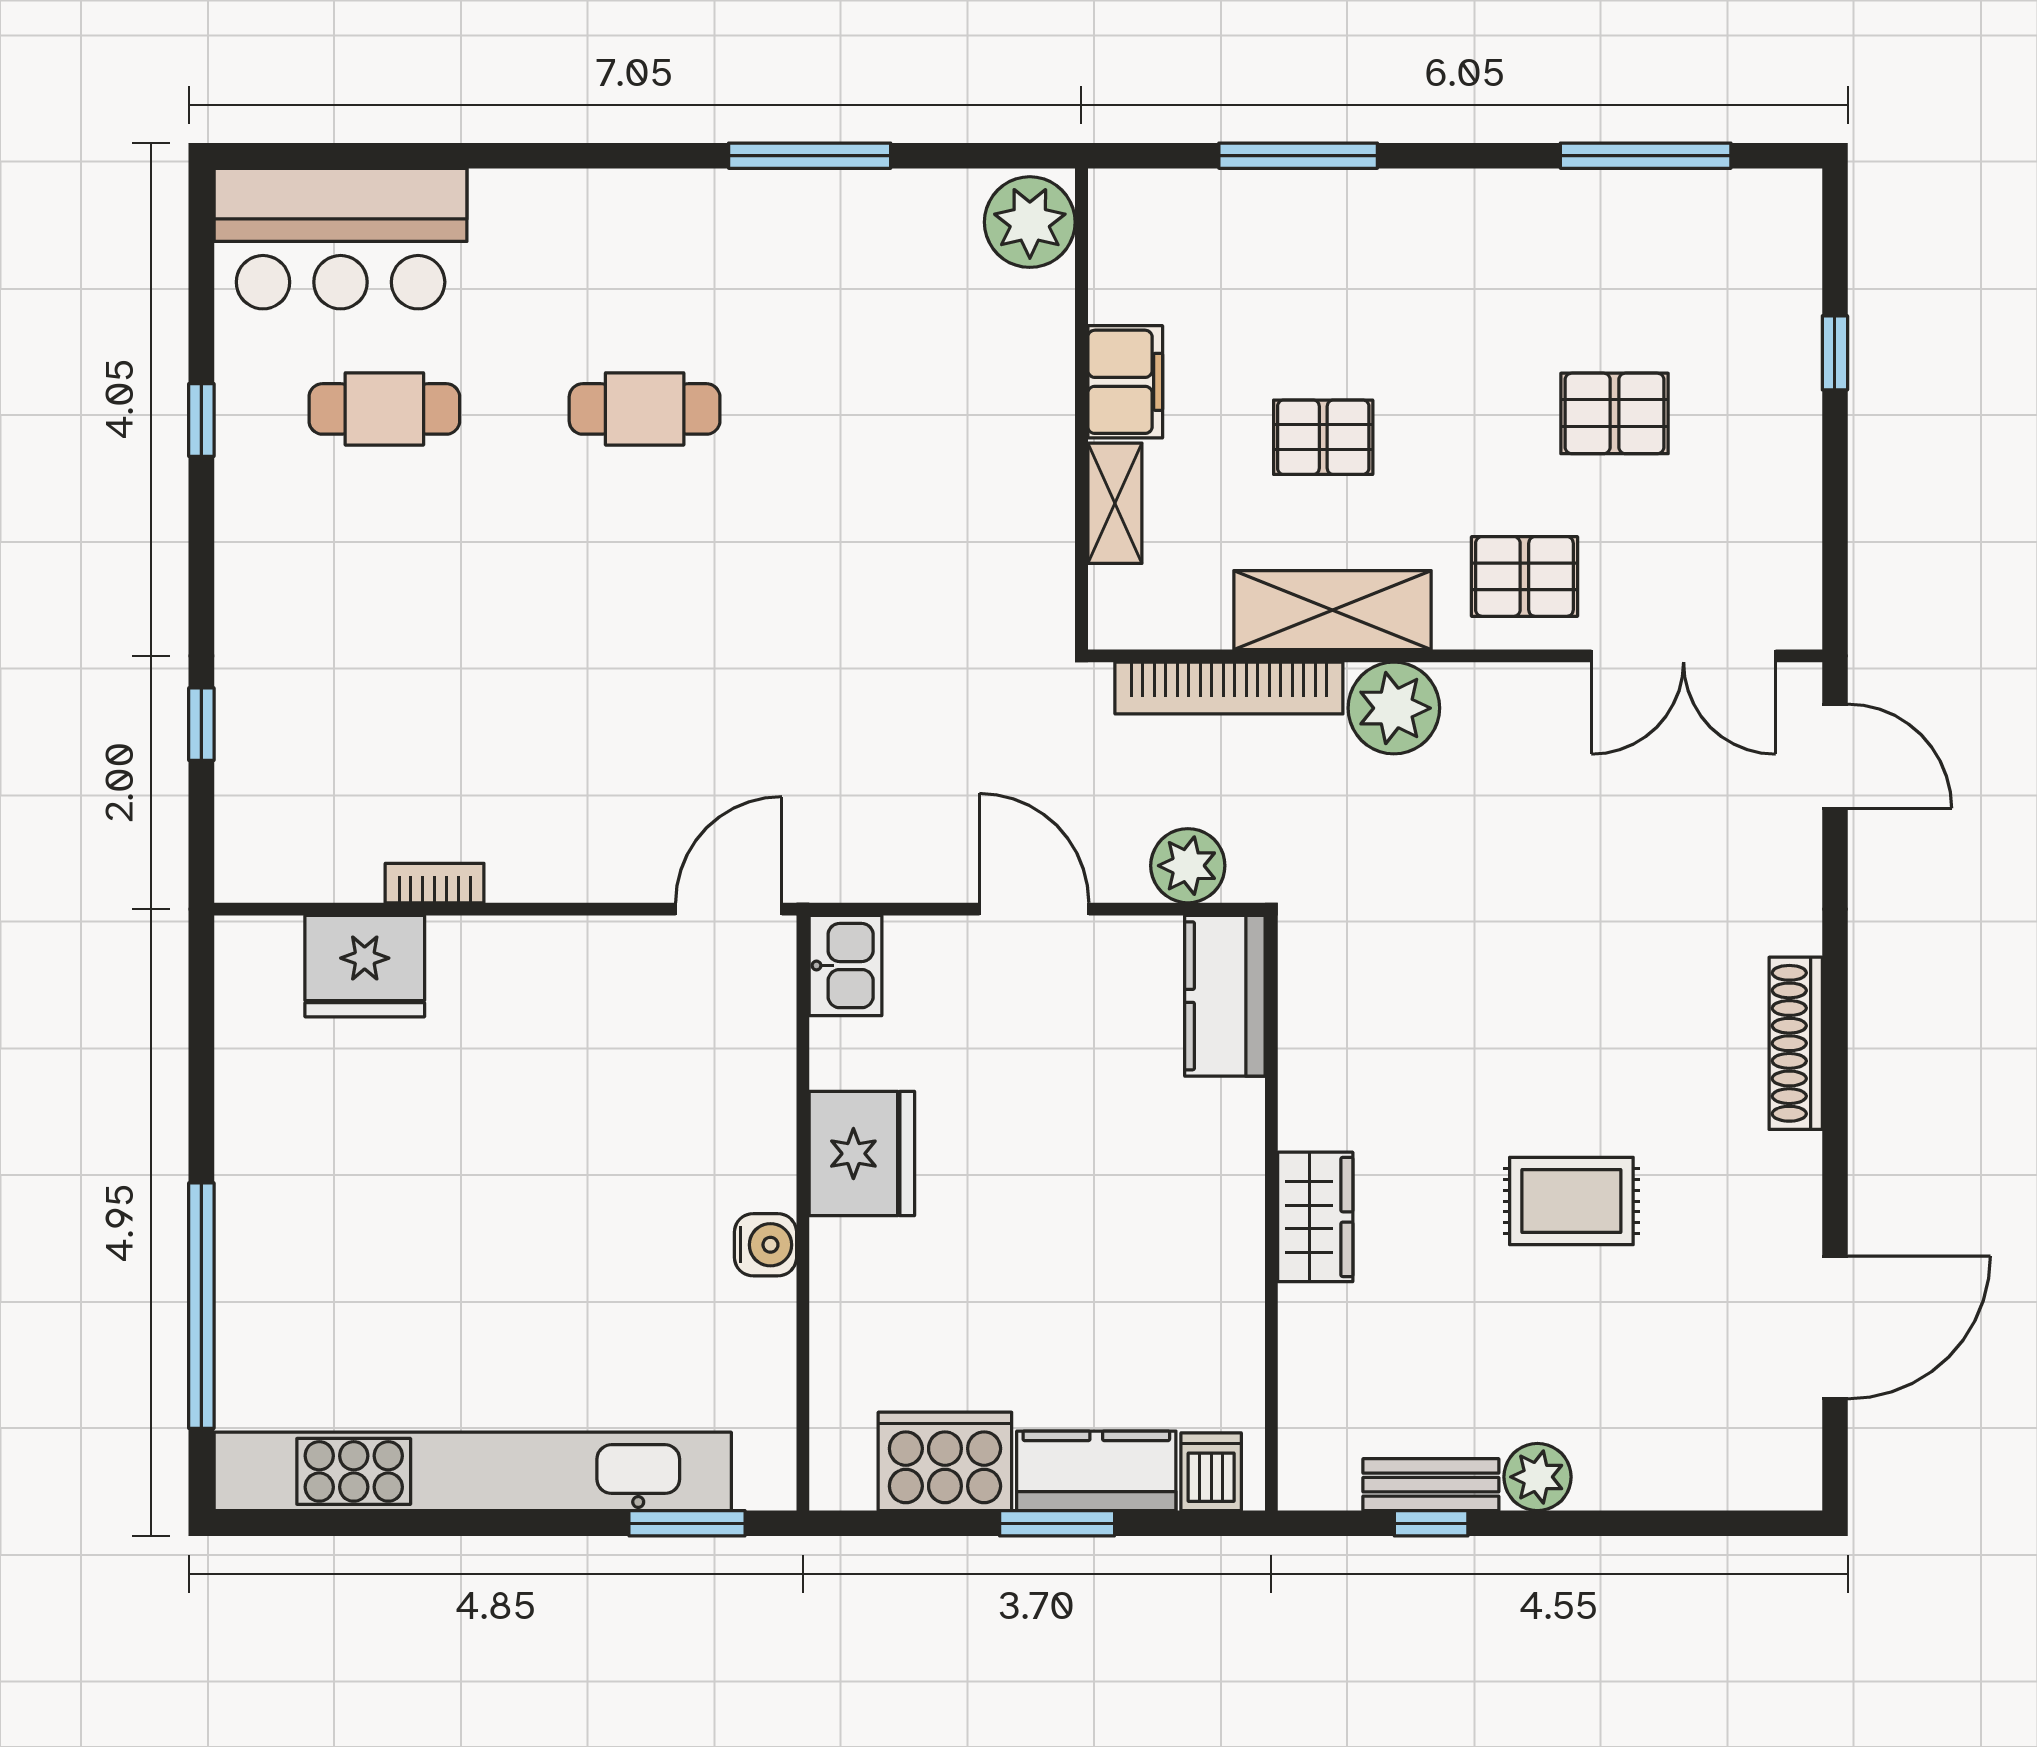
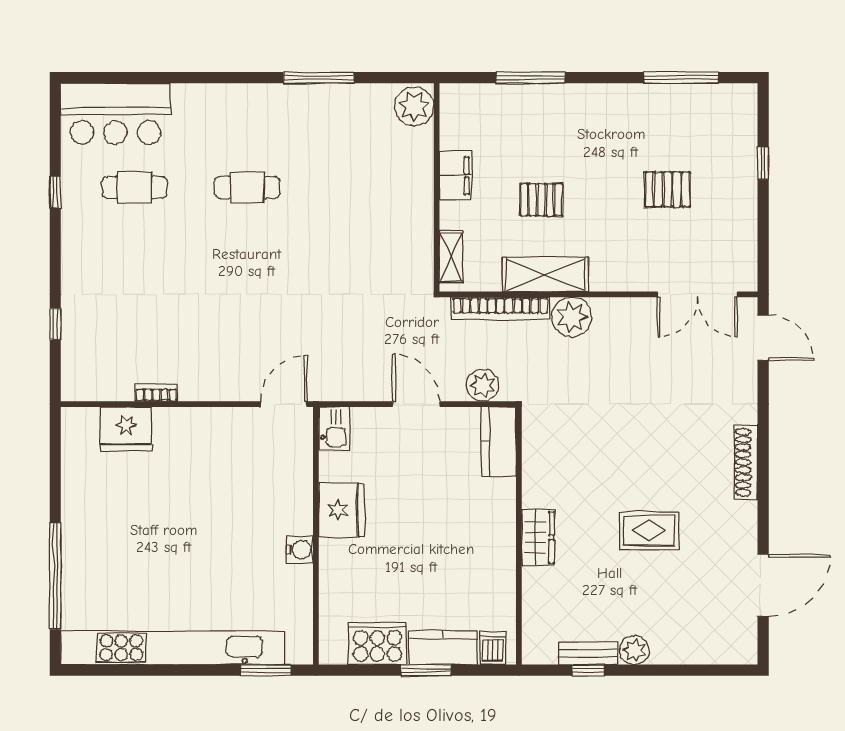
shelving: (1115, 503) -> (451, 257), moved
pallet: (1524, 576) -> (629, 260), removed

